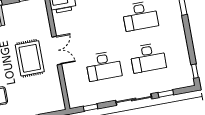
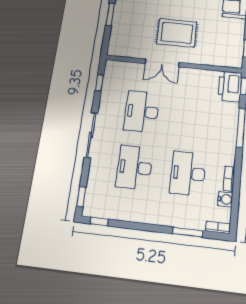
double door: (57, 50) -> (162, 63), moved
window: (166, 94) -> (81, 197), moved

